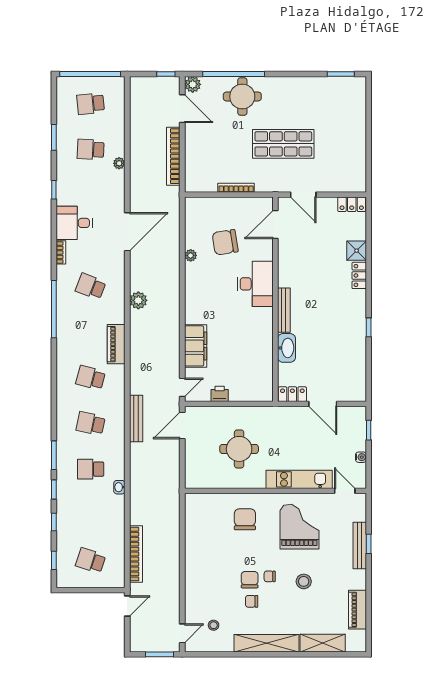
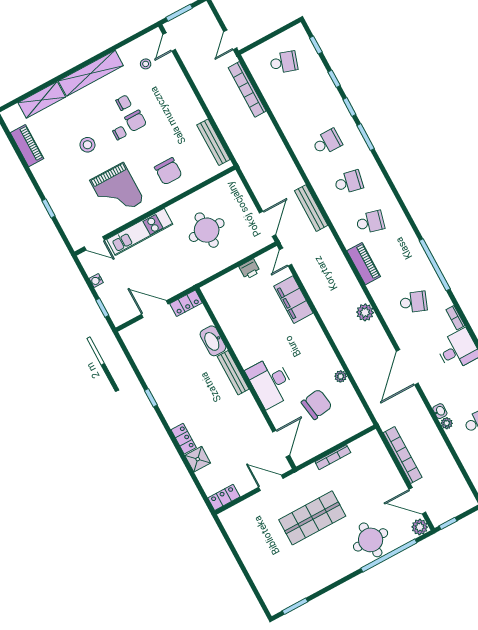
washbasin: (119, 487) -> (440, 411), moved
bench: (360, 546) -> (213, 142), moved

